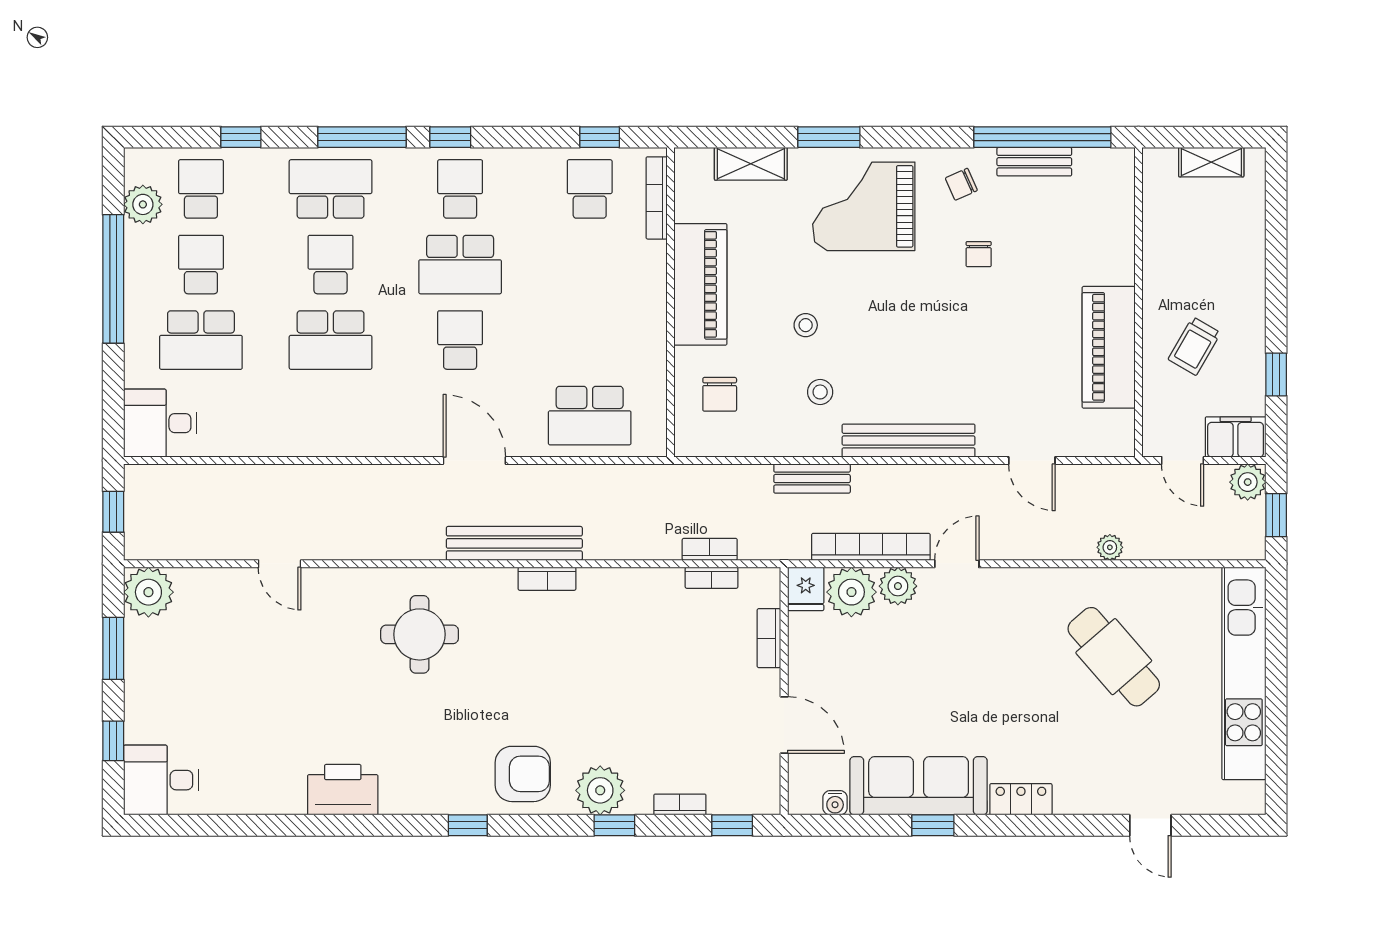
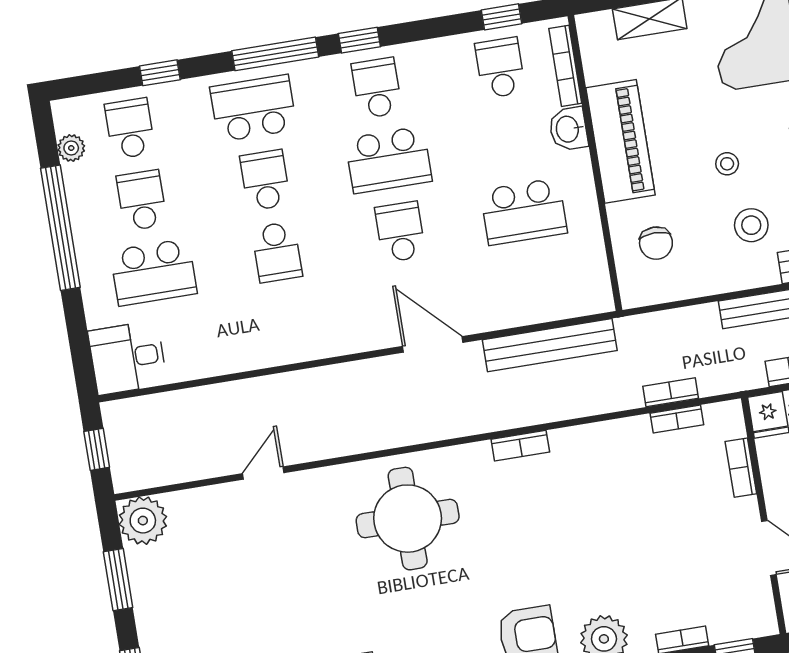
plant: (143, 204) -> (71, 148), width x0.73, depth x0.73
washbasin: (649, 263) -> (568, 129), added
school desk: (331, 340) -> (277, 252), width x0.54
stool: (820, 392) -> (751, 225), width x1.37, depth x1.37
school desk: (590, 416) -> (524, 212), moved
bench: (514, 543) -> (550, 345), moved
door: (280, 564) -> (263, 473), swing flipped
round table: (420, 634) -> (408, 519), width x1.36, depth x1.36

